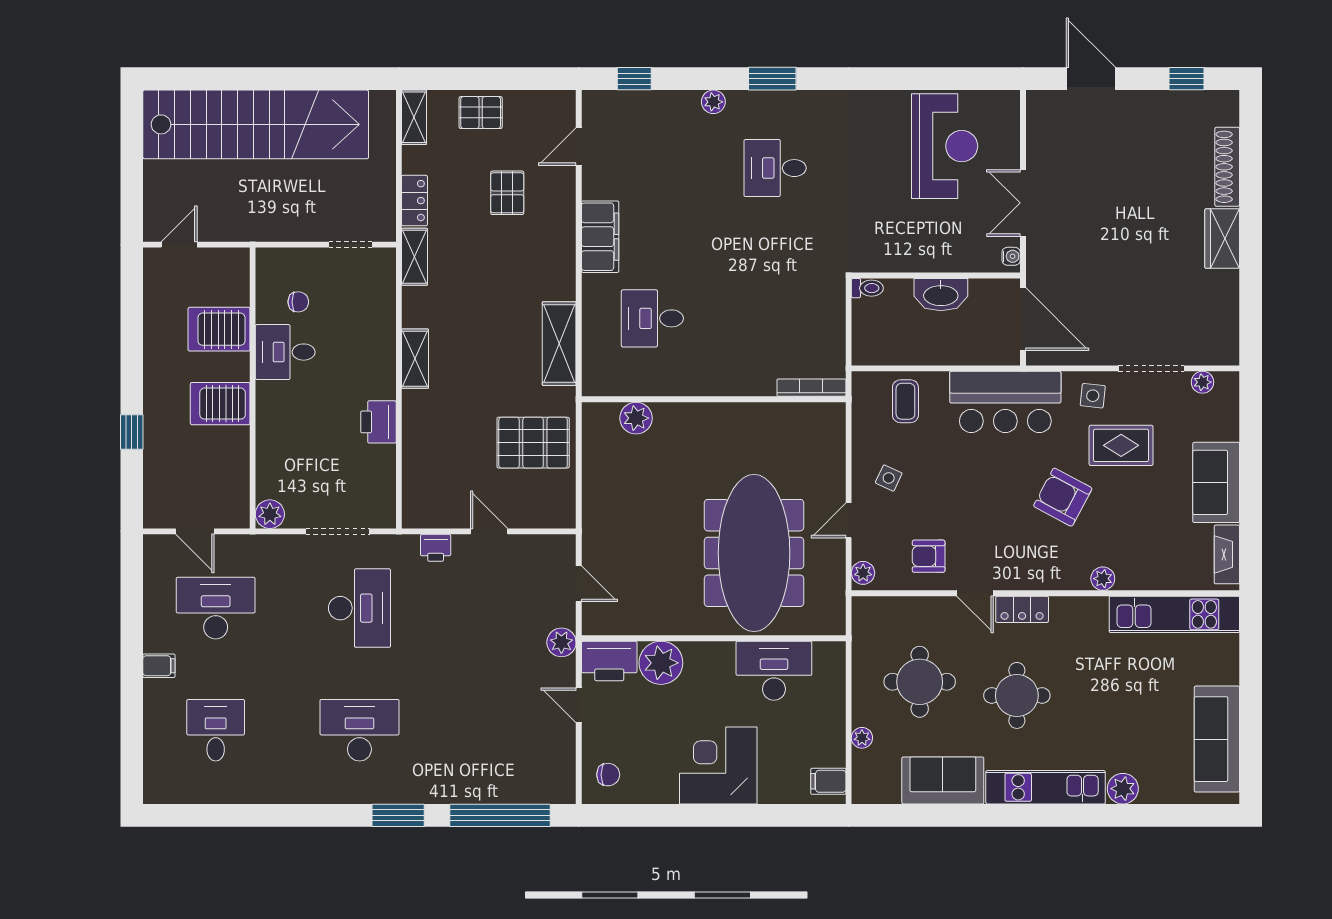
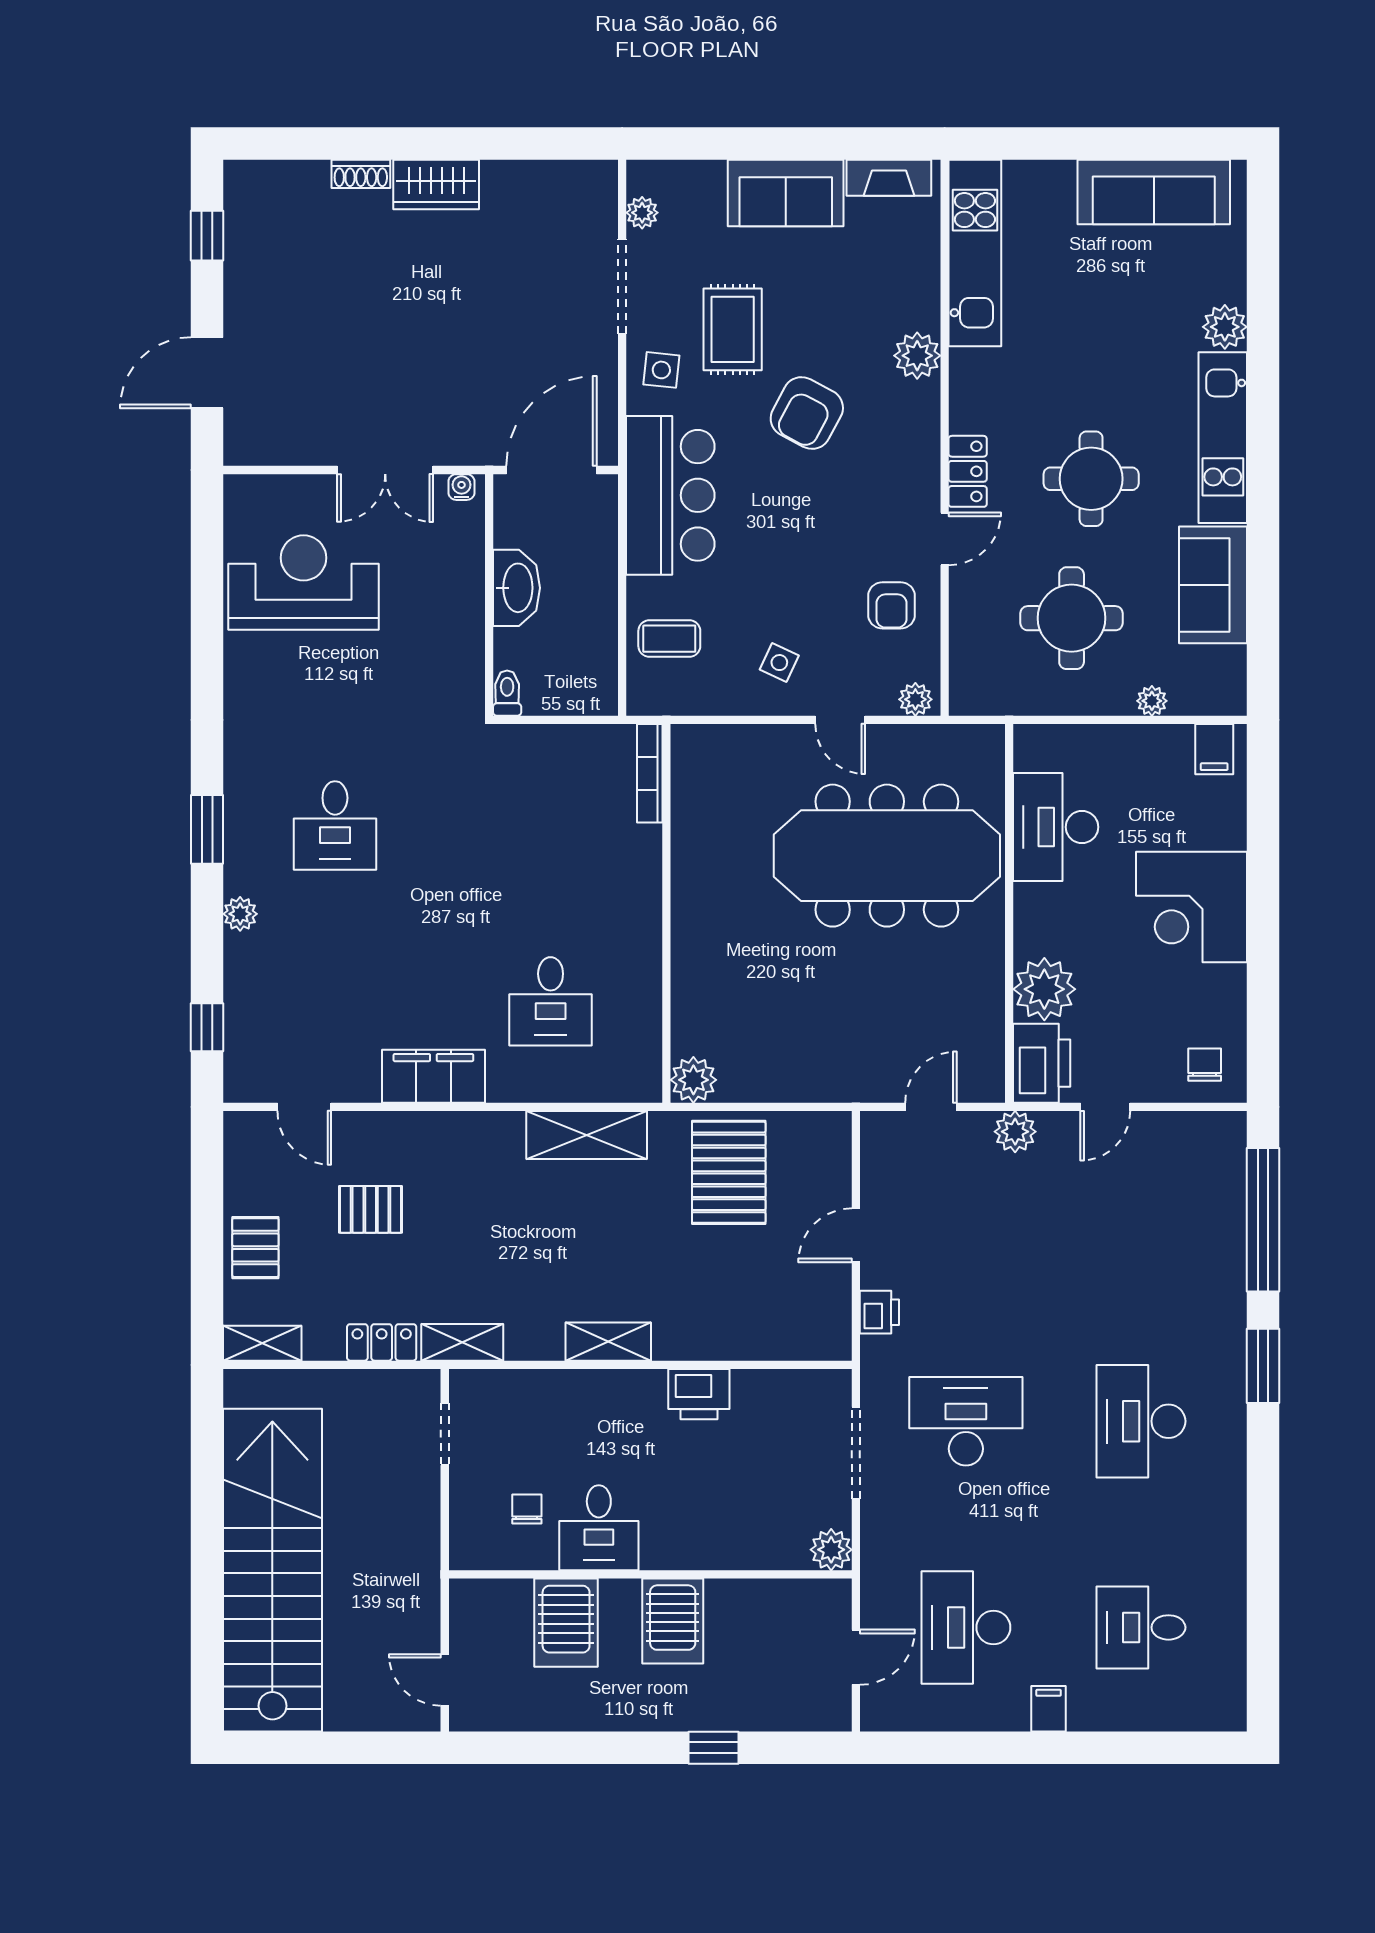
shoe rack: (1227, 167) -> (361, 174), width x0.51, depth x0.81
plant: (636, 418) -> (693, 1080), moved
plant: (1103, 579) -> (917, 356), width x1.38, depth x1.38

